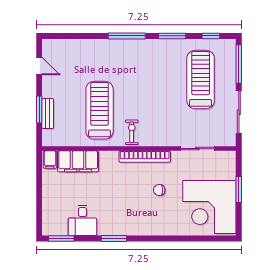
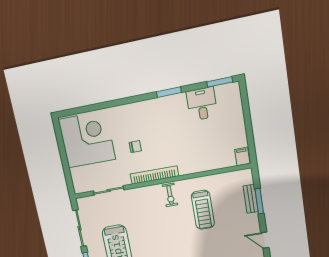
treadmill: (100, 110) -> (203, 210), width x0.73, depth x0.73
filing cabinet: (78, 161) -> (215, 160), removed
window: (239, 190) -> (64, 160), removed

